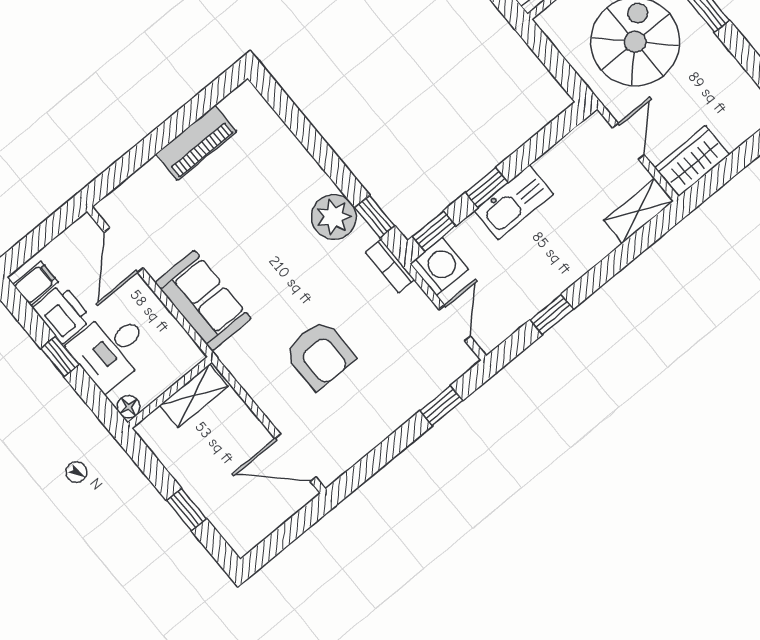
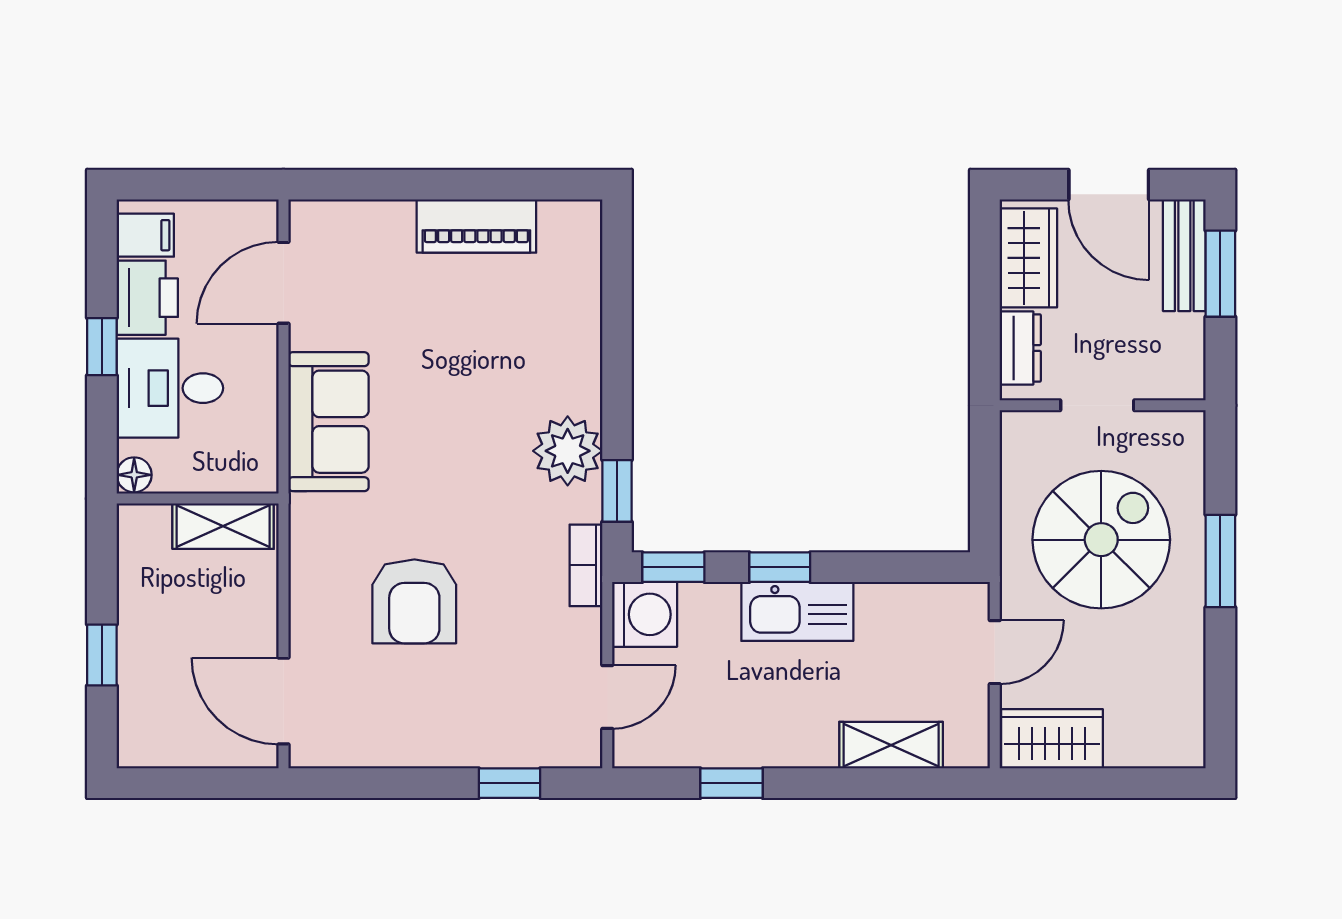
shelving: (639, 211) -> (891, 745), moved

